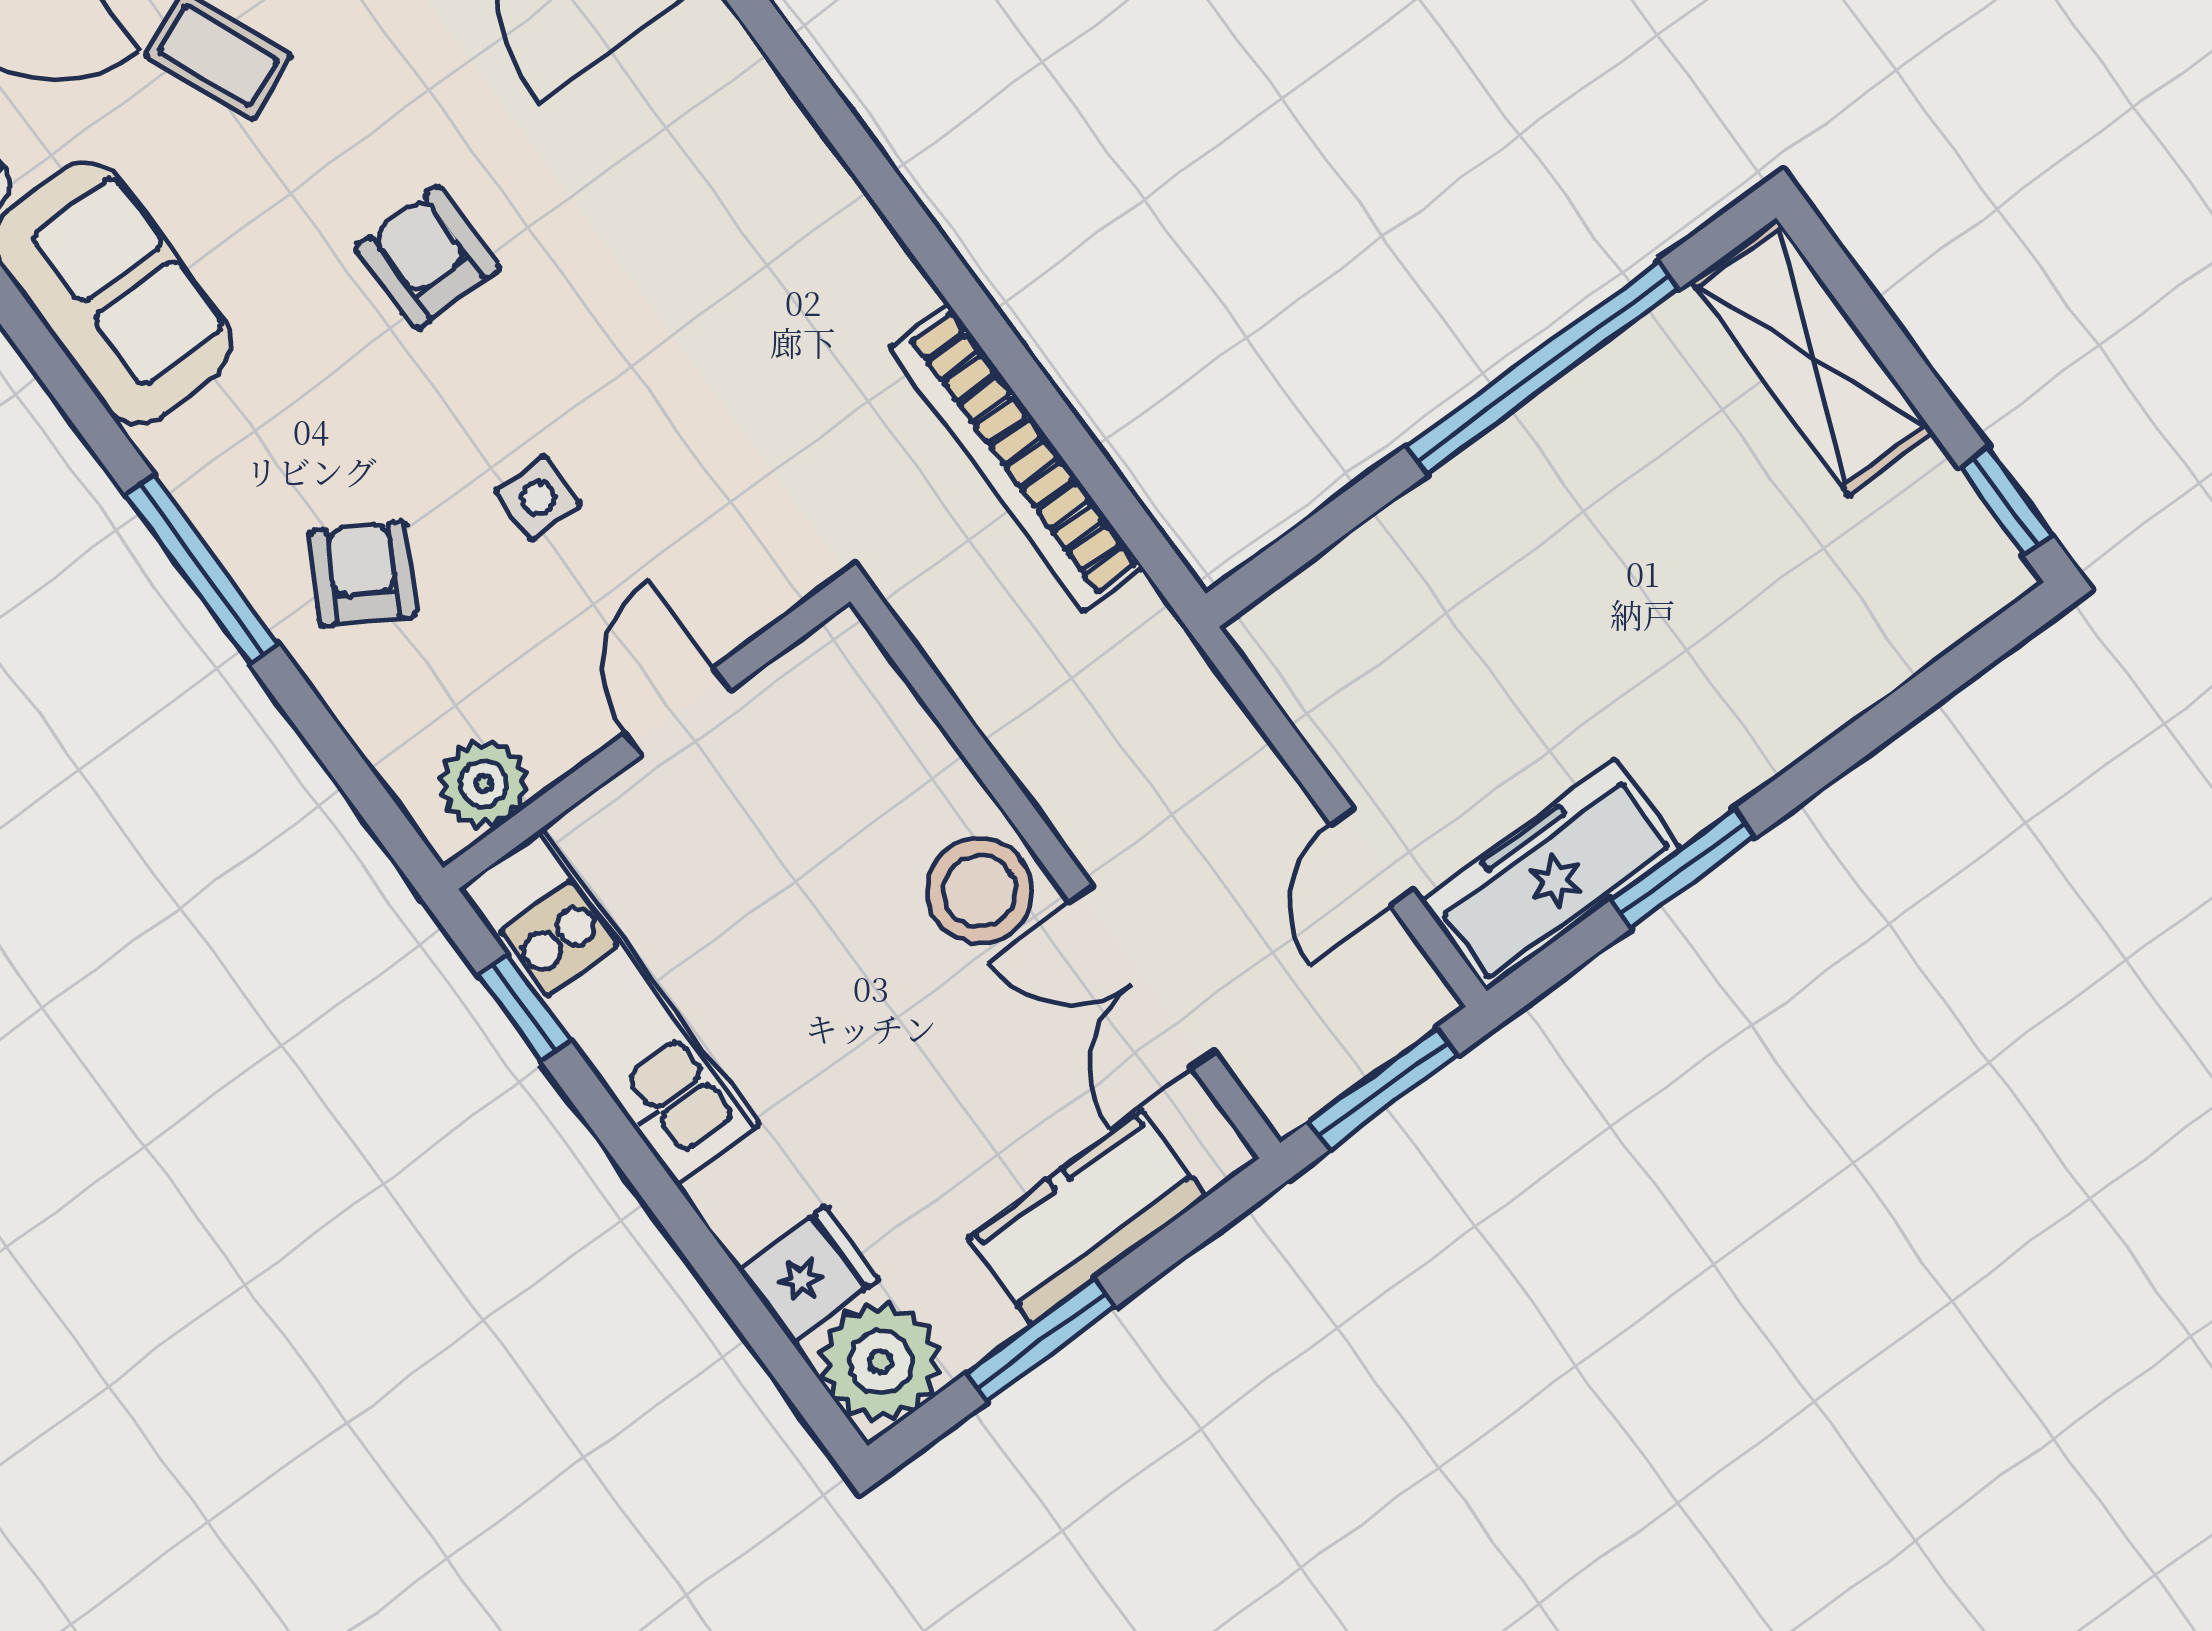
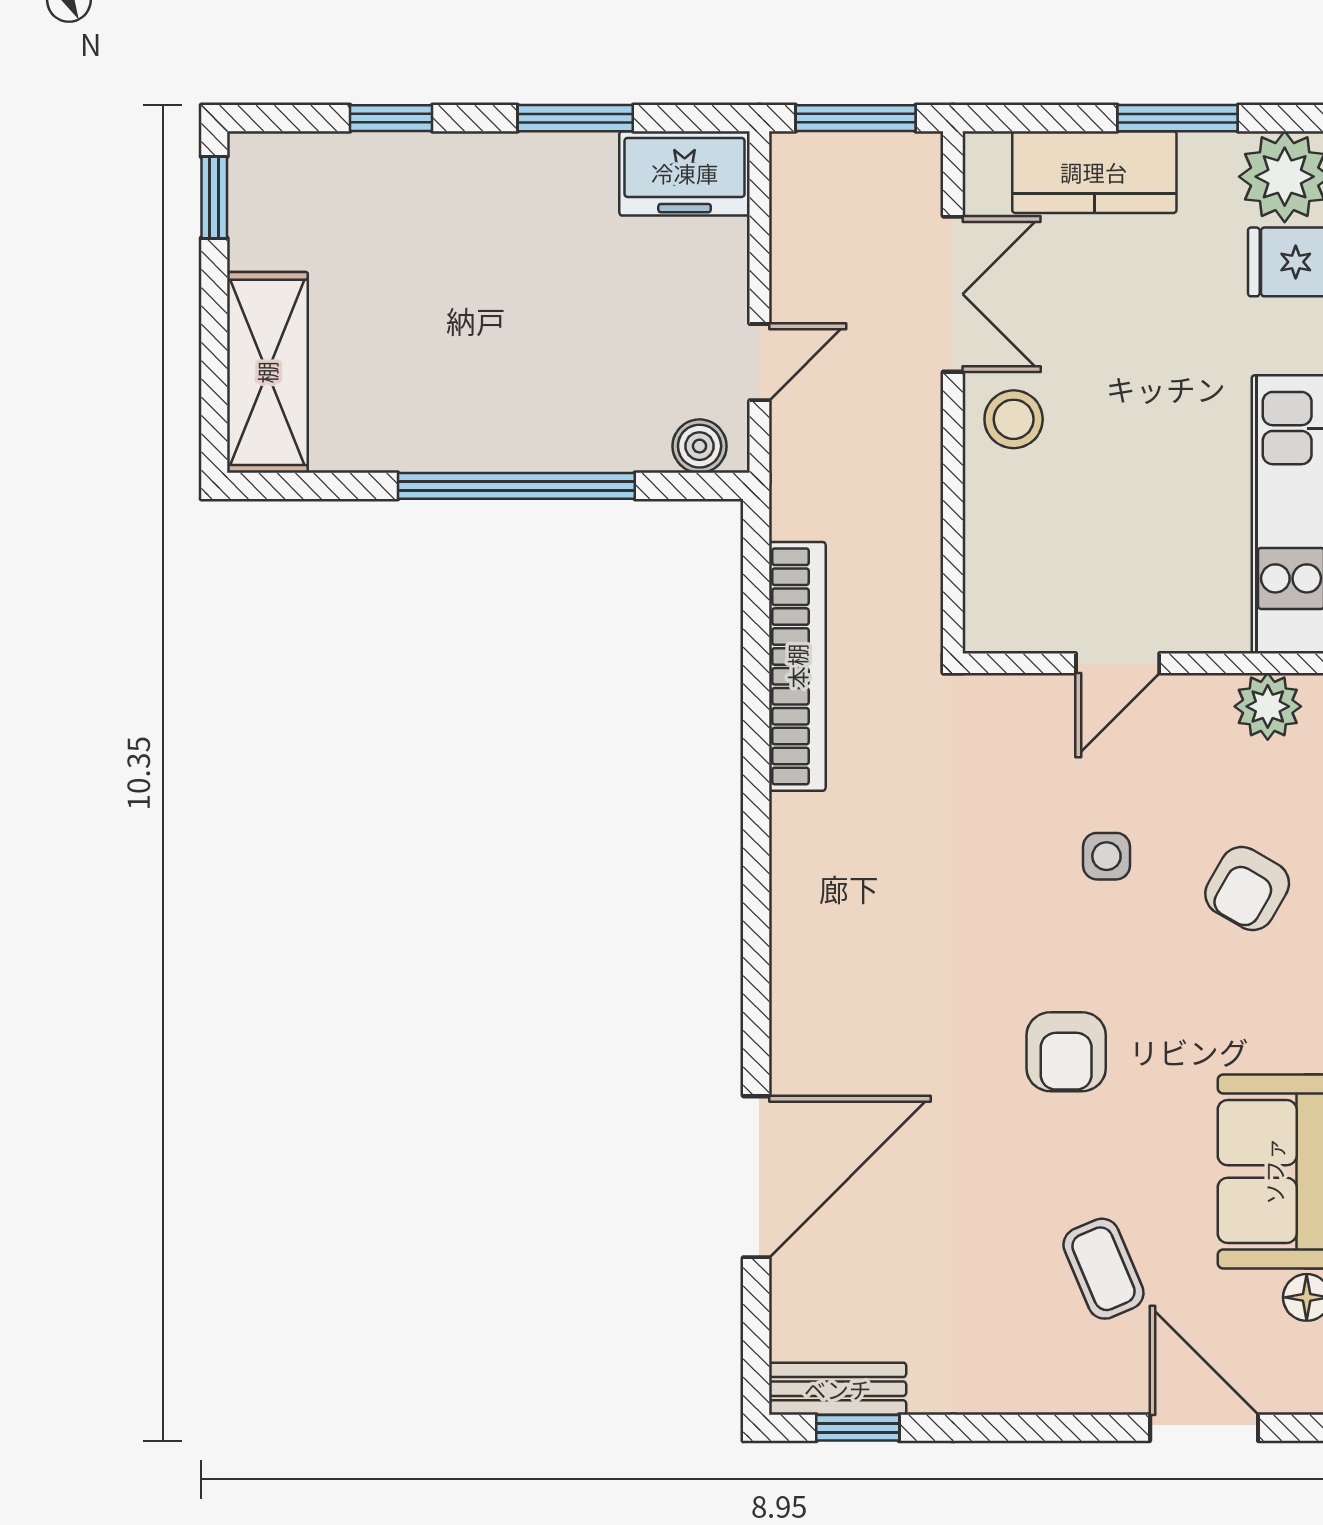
window: (1543, 367) -> (516, 486), moved
boiler: (1293, 616) -> (700, 446), added
window: (1879, 724) -> (391, 118), added
door: (1372, 857) -> (759, 362), moved
freezer: (1551, 875) -> (685, 173), width x0.71
stool: (979, 891) -> (1014, 419), width x0.73, depth x0.73

